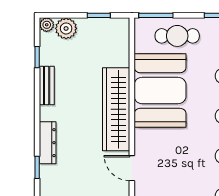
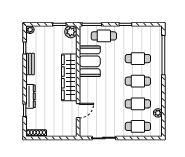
plant: (66, 28) -> (71, 32), moved
booth: (160, 91) -> (90, 61), width x0.73, depth x0.70
door: (132, 168) -> (78, 111), swing flipped

